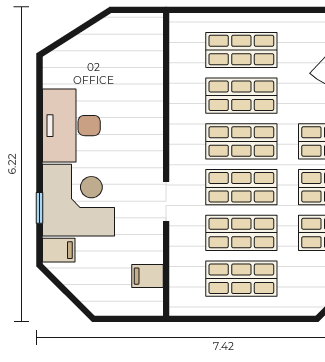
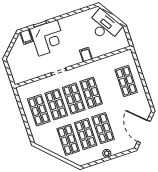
shop shelf: (241, 96) -> (109, 87), removed
desk: (71, 126) -> (104, 26), moved, turned 58
filing cabinet: (147, 276) -> (86, 55), moved

